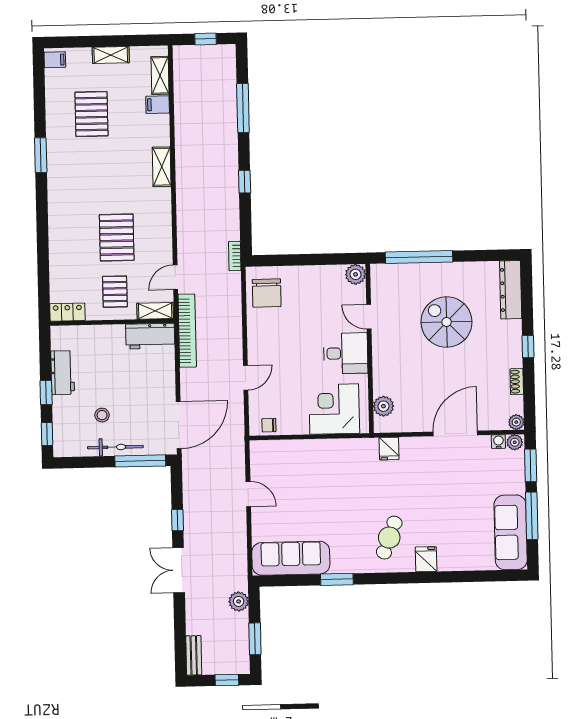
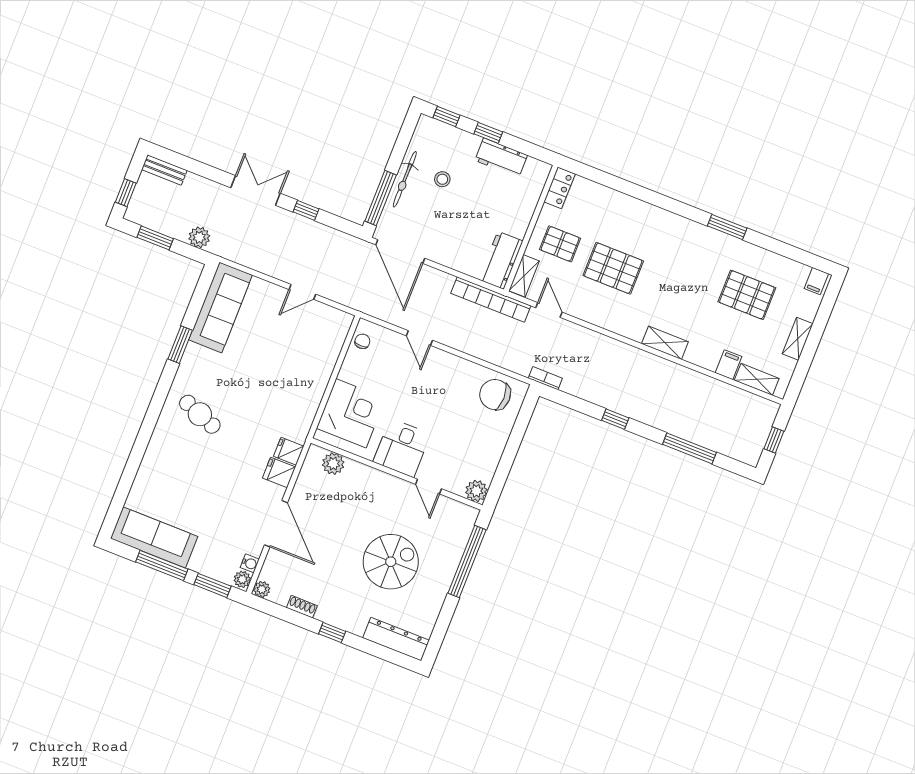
door: (369, 317) -> (428, 487), swing flipped
fridge: (426, 559) -> (279, 472), moved, turned 180

